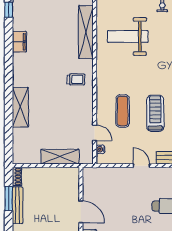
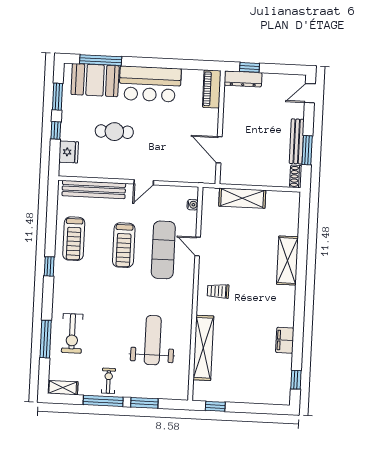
weight bench: (128, 36) -> (153, 340), turned -90
exercise mat: (123, 111) -> (163, 250), width x1.36, depth x1.45
door: (95, 133) -> (198, 246), moved
door: (141, 166) -> (144, 182), hinge flipped
door: (81, 212) -> (219, 150), moved

